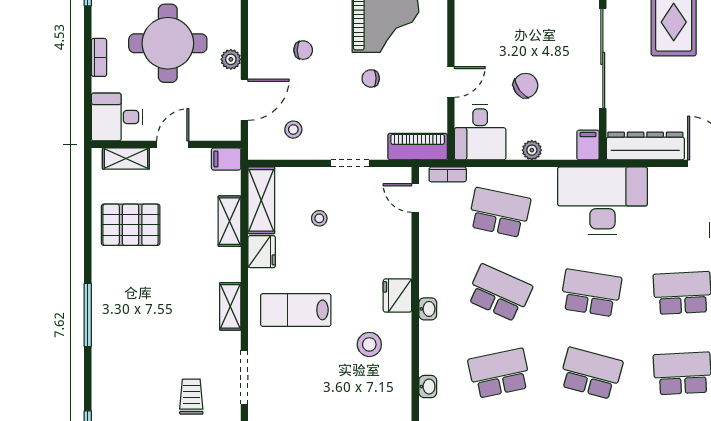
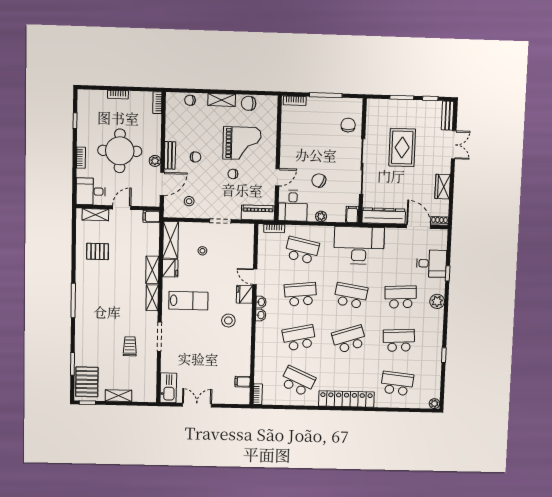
bench: (257, 49) -> (170, 155), added
chair: (526, 85) -> (319, 180), turned -119
door: (415, 198) -> (255, 277), moved
shelving: (230, 221) -> (152, 270), moved
pallet: (131, 225) -> (98, 251), width x0.67, depth x0.71
school desk: (499, 293) -> (301, 294), turned -30
lab bench: (296, 310) -> (188, 301), turned 180
school desk: (591, 373) -> (349, 339), turned -33
washbasin: (428, 387) -> (261, 315), moved

